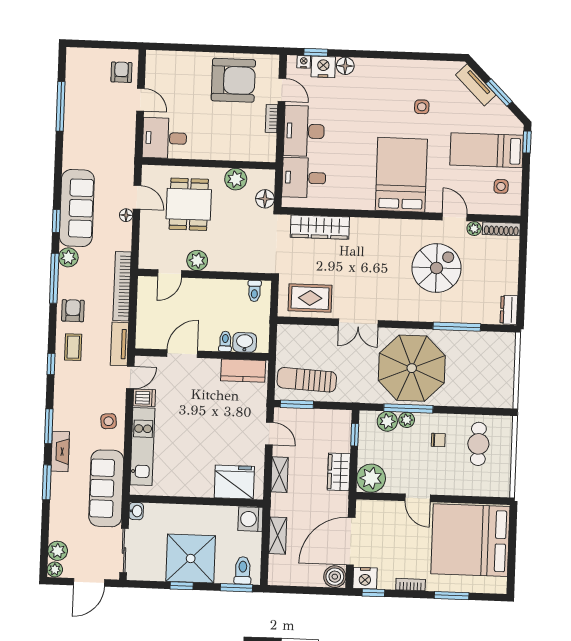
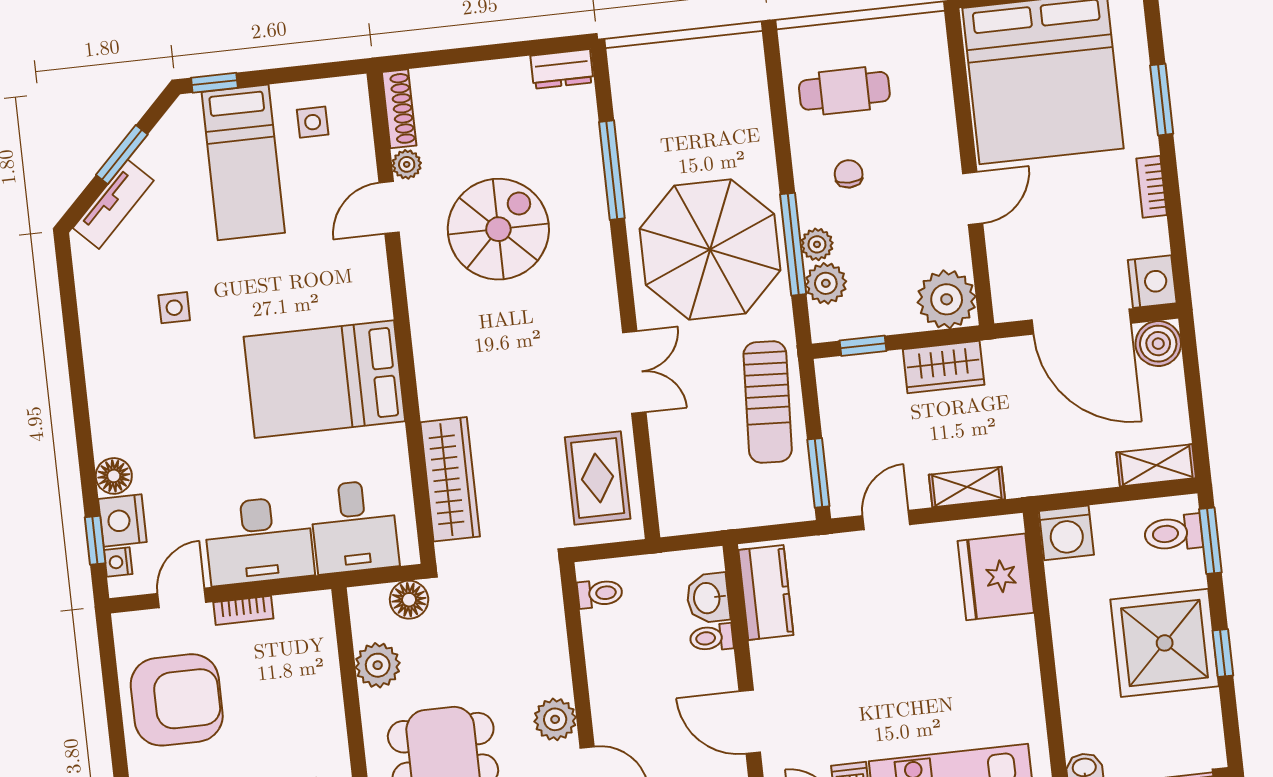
armchair: (233, 80) -> (177, 700), turned 90
bed: (401, 175) -> (324, 379), moved
spiral stairs: (437, 268) -> (498, 229), turned 90
sun lounger: (307, 380) -> (768, 402), moved
shelving: (278, 536) -> (1156, 465), moved
window: (373, 593) -> (1179, 260), removed

